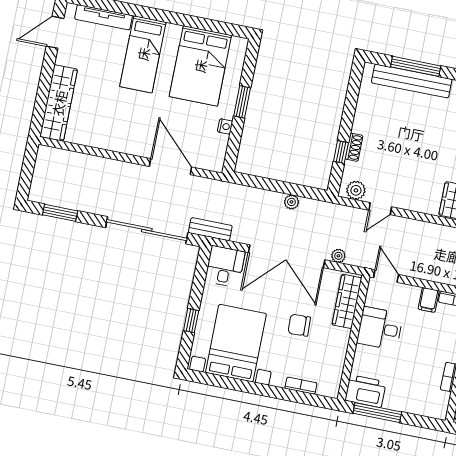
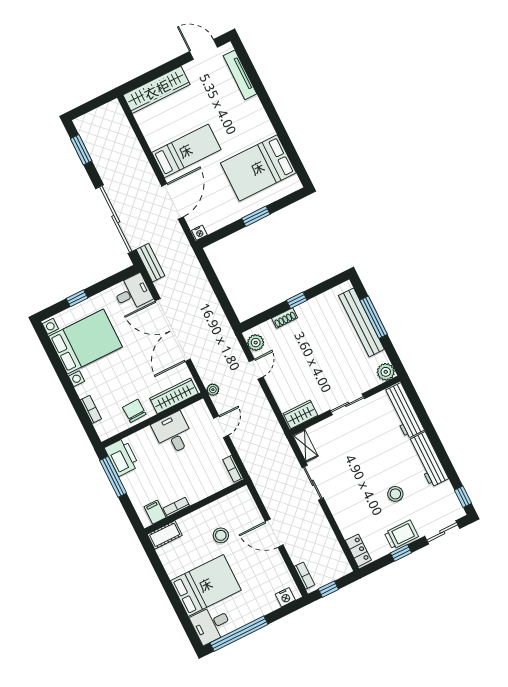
bed: (143, 54) -> (186, 151), moved, turned 180
nightstand: (225, 126) -> (199, 233), moved
window: (341, 152) -> (297, 300), moved
plant: (291, 202) -> (213, 304), removed
door: (380, 209) -> (256, 369), swing flipped
plant: (338, 256) -> (213, 390), moved
door: (386, 276) -> (221, 427), moved
filing cabinet: (429, 300) -> (155, 512), moved, turned 90
chair: (299, 325) -> (134, 411), moved

